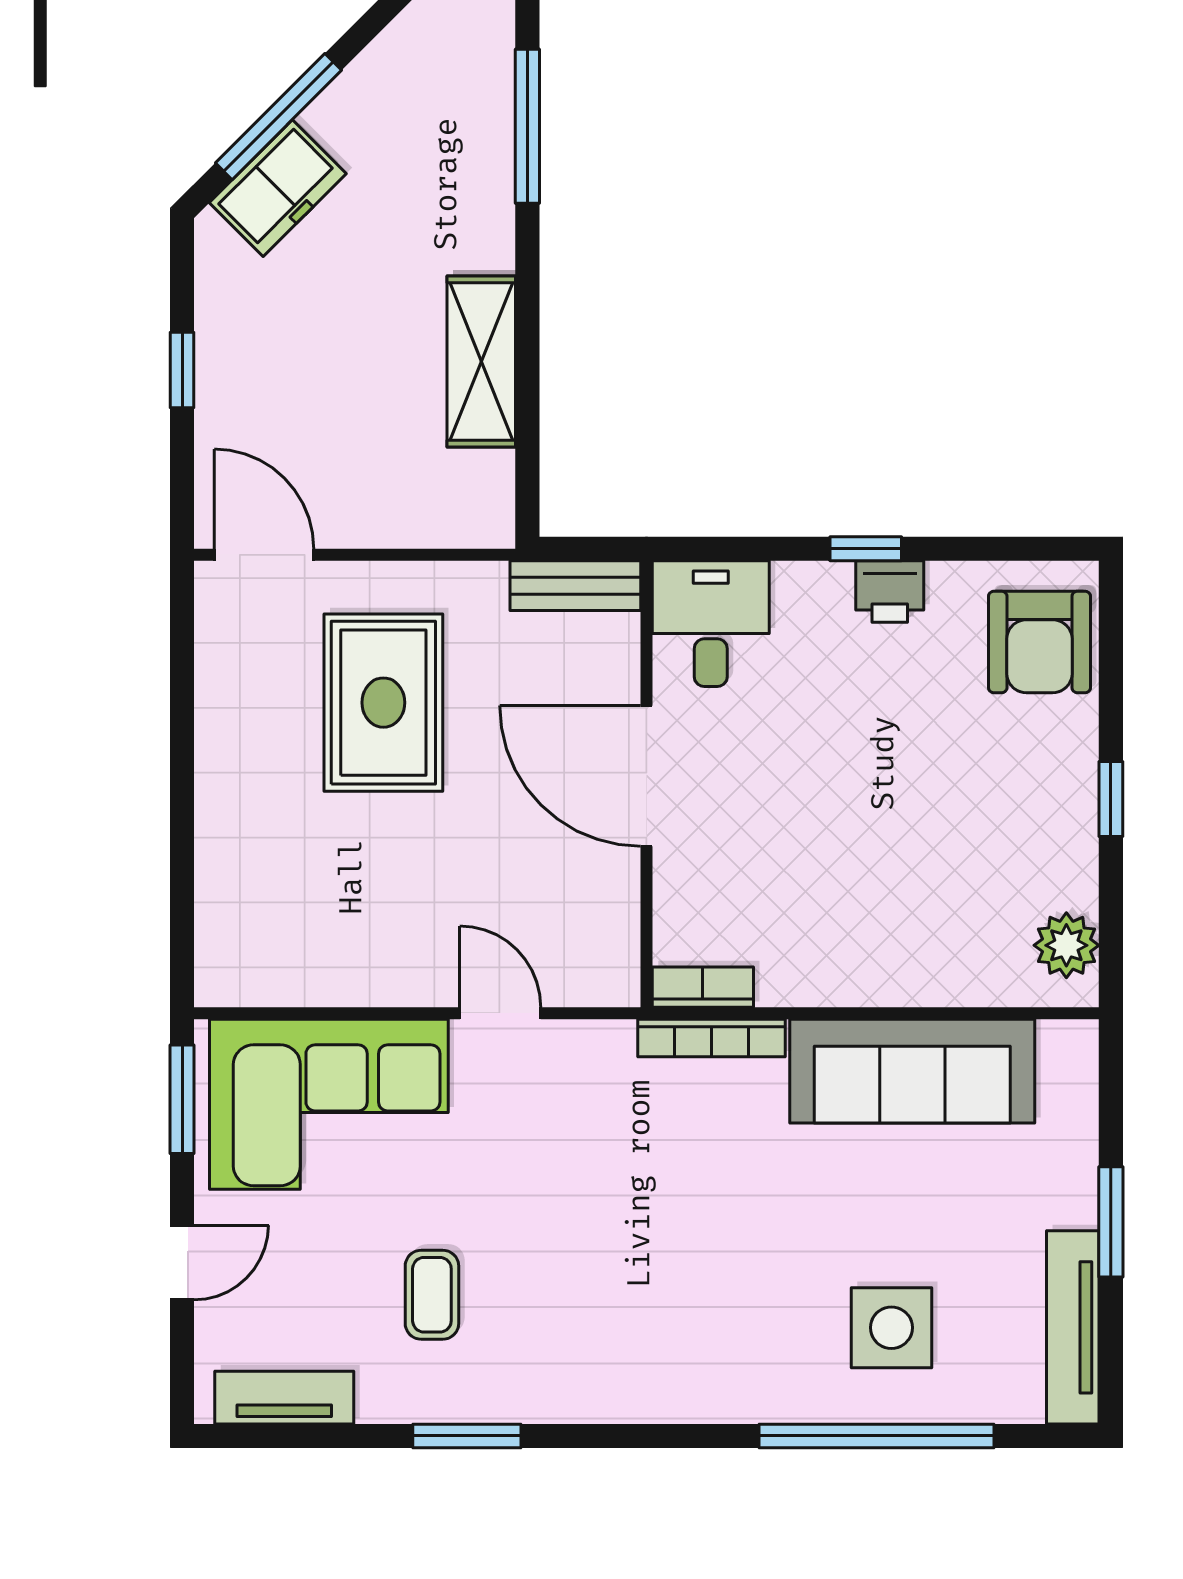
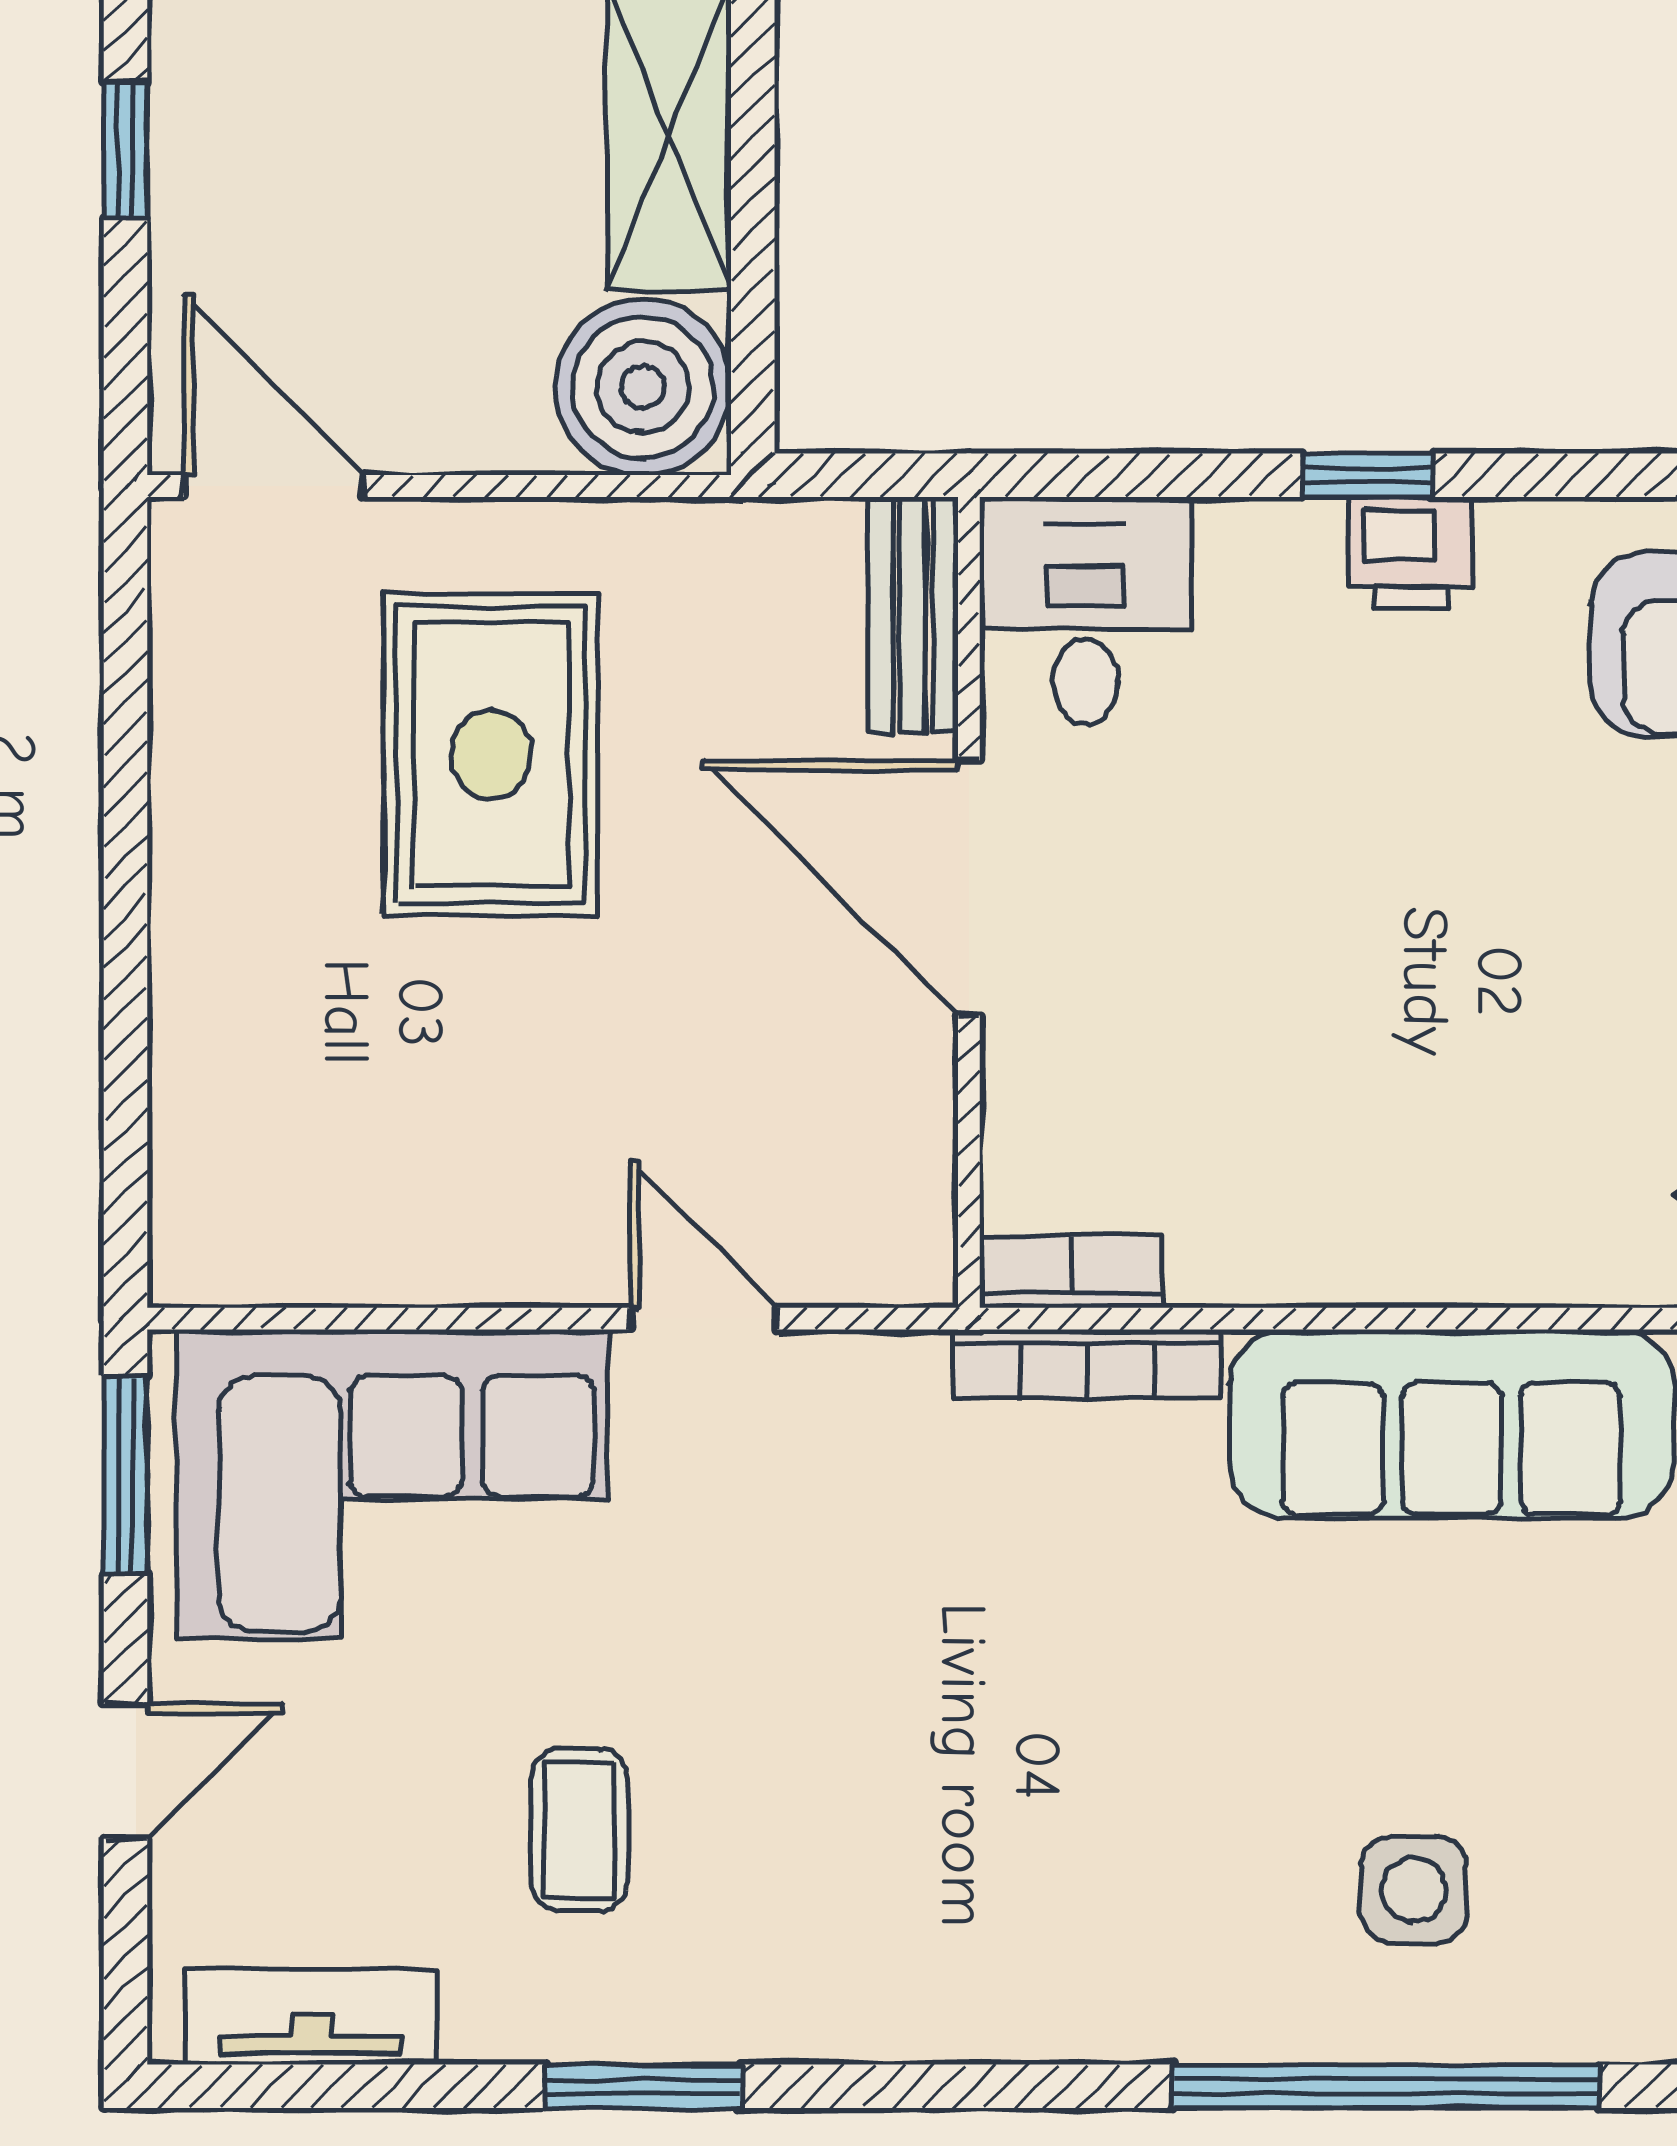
boiler: (467, 500) -> (643, 387), added
bench: (575, 586) -> (913, 615), moved, turned 90
side table: (891, 1328) -> (1414, 1890), width x0.73, depth x0.73

